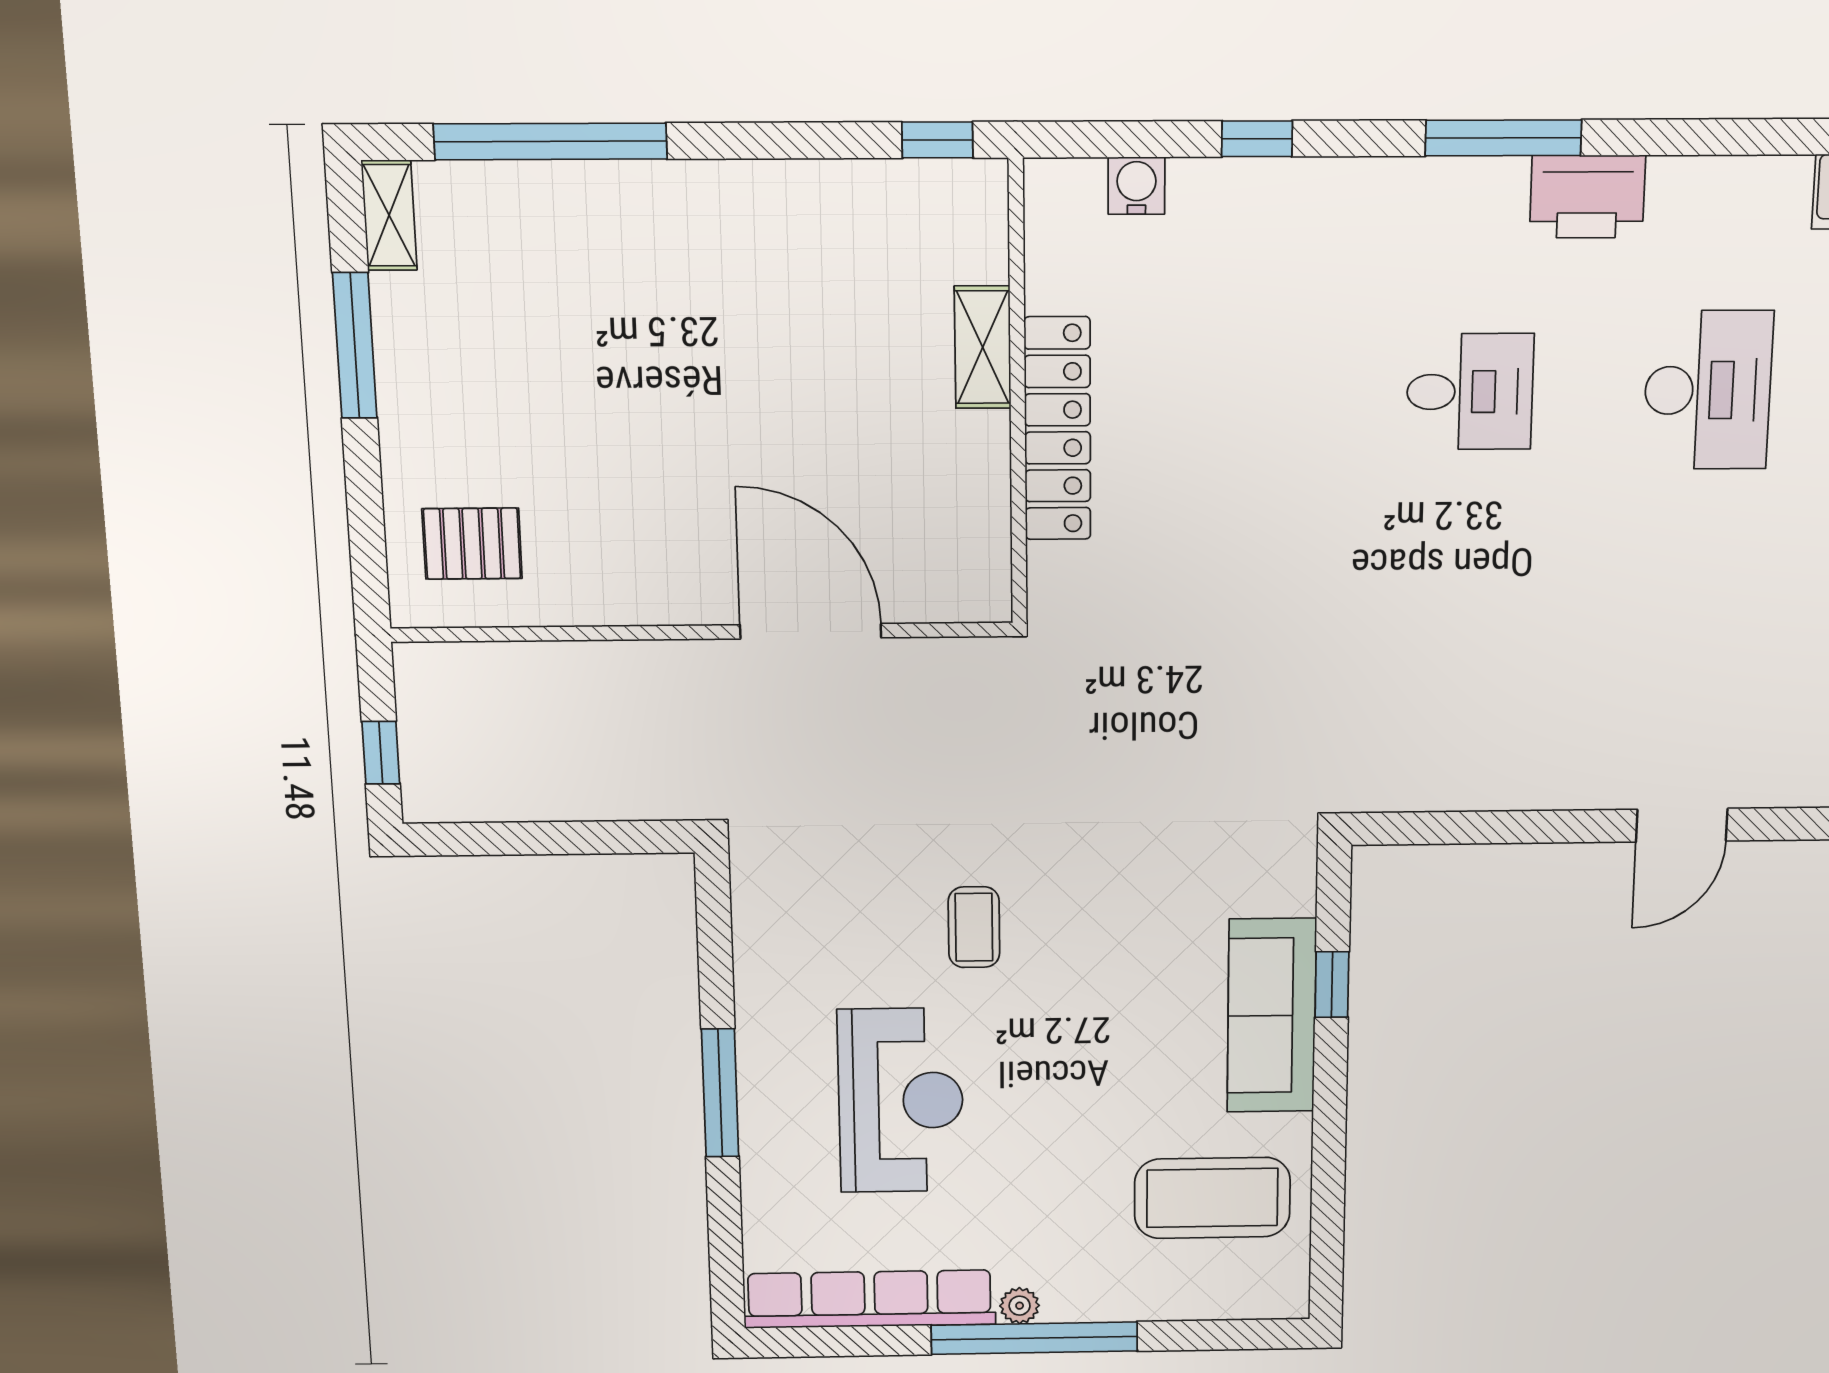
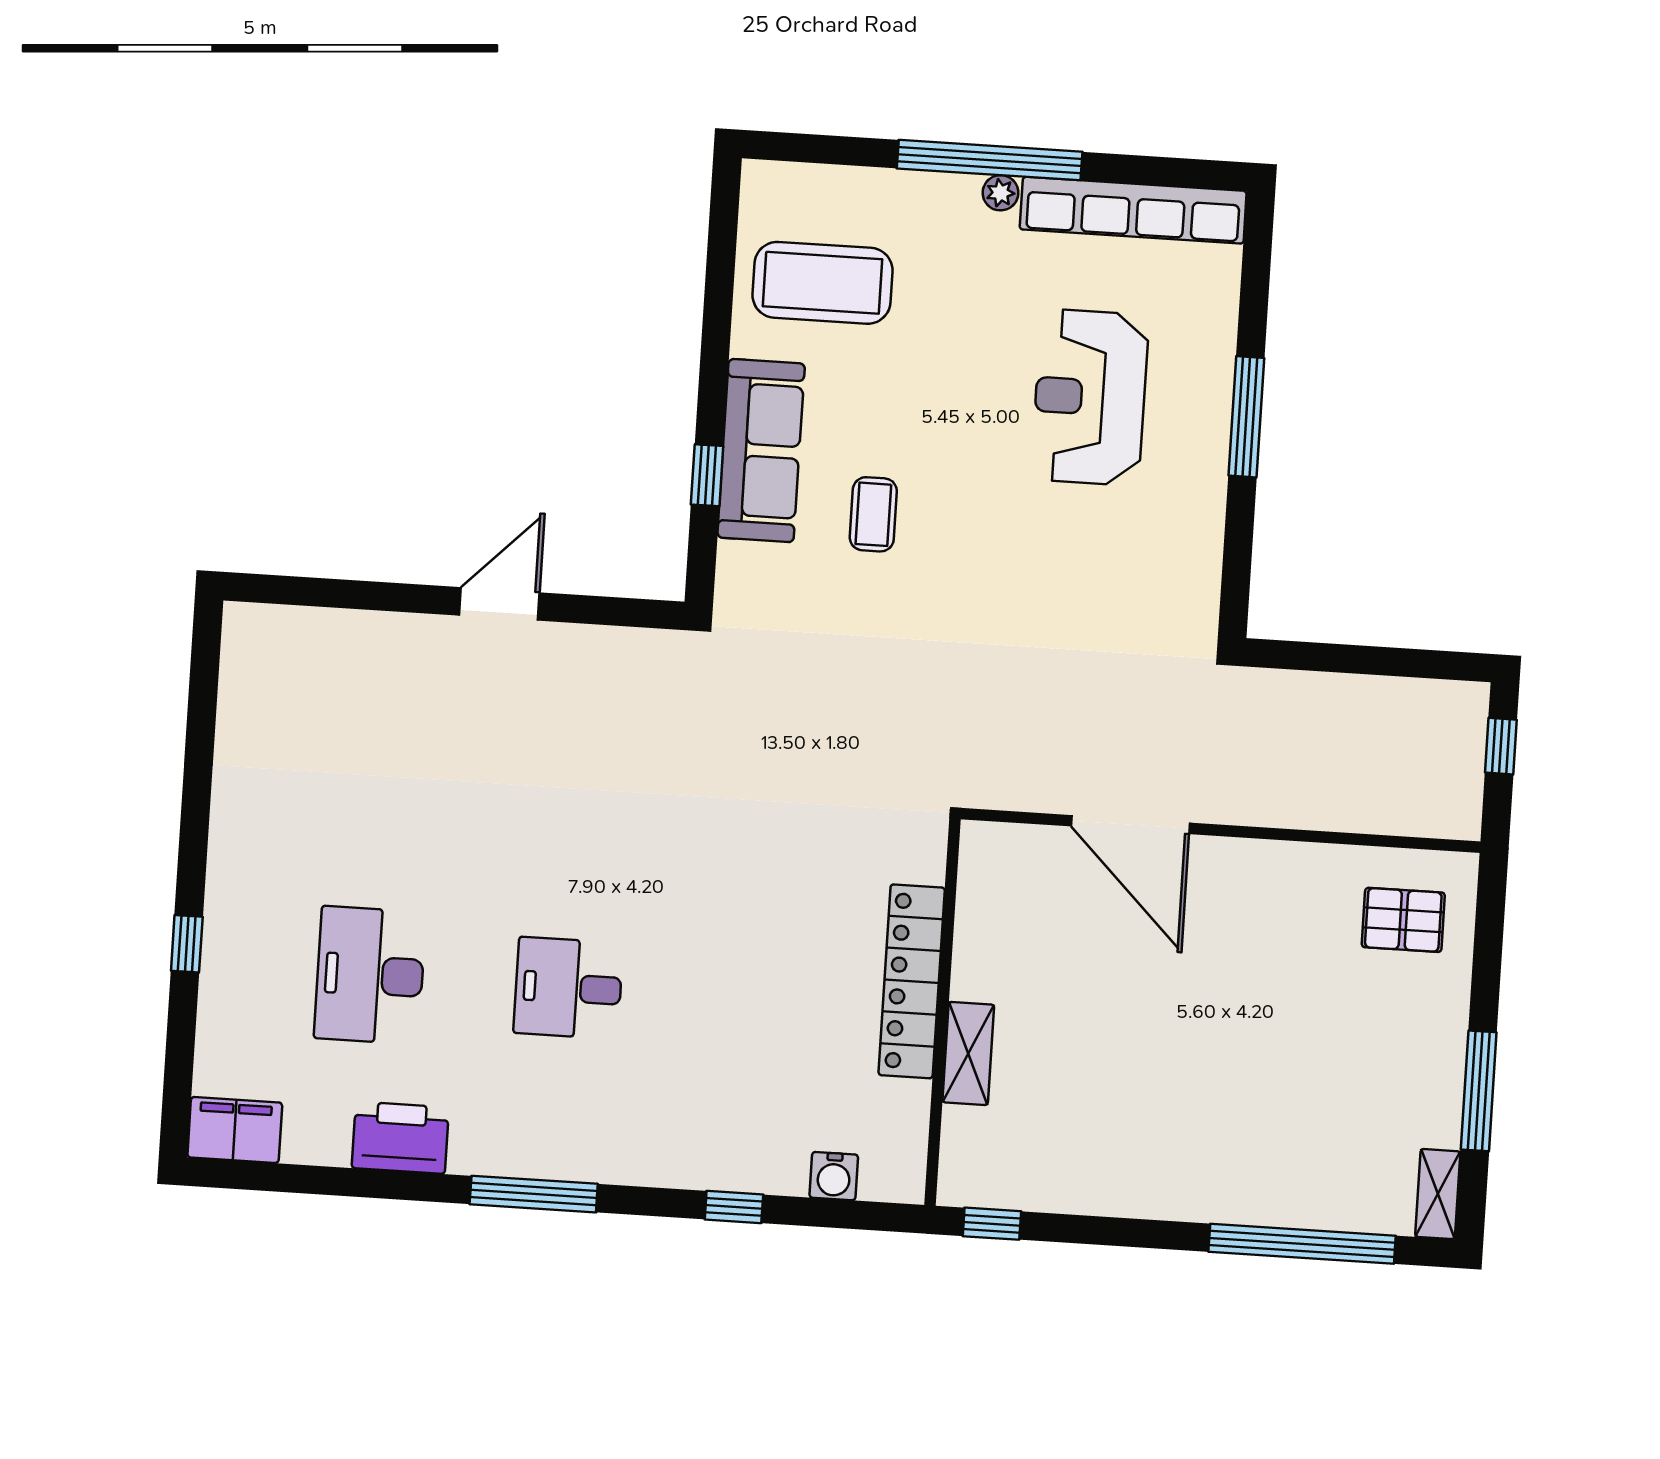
printer: (1587, 197) -> (400, 1138), moved
door: (1682, 825) -> (499, 604), moved
coffee table: (974, 927) -> (873, 514), moved

